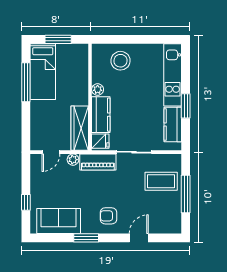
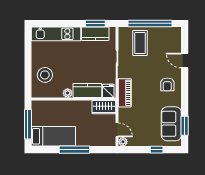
window: (58, 39) -> (28, 124), width x1.44
window: (26, 82) -> (74, 150), moved
window: (186, 106) -> (95, 23), moved
wardrobe: (80, 128) -> (104, 107), width x0.67
plant: (73, 160) -> (123, 142), moved
window: (186, 194) -> (150, 23), width x1.46
window: (86, 238) -> (185, 126), moved

